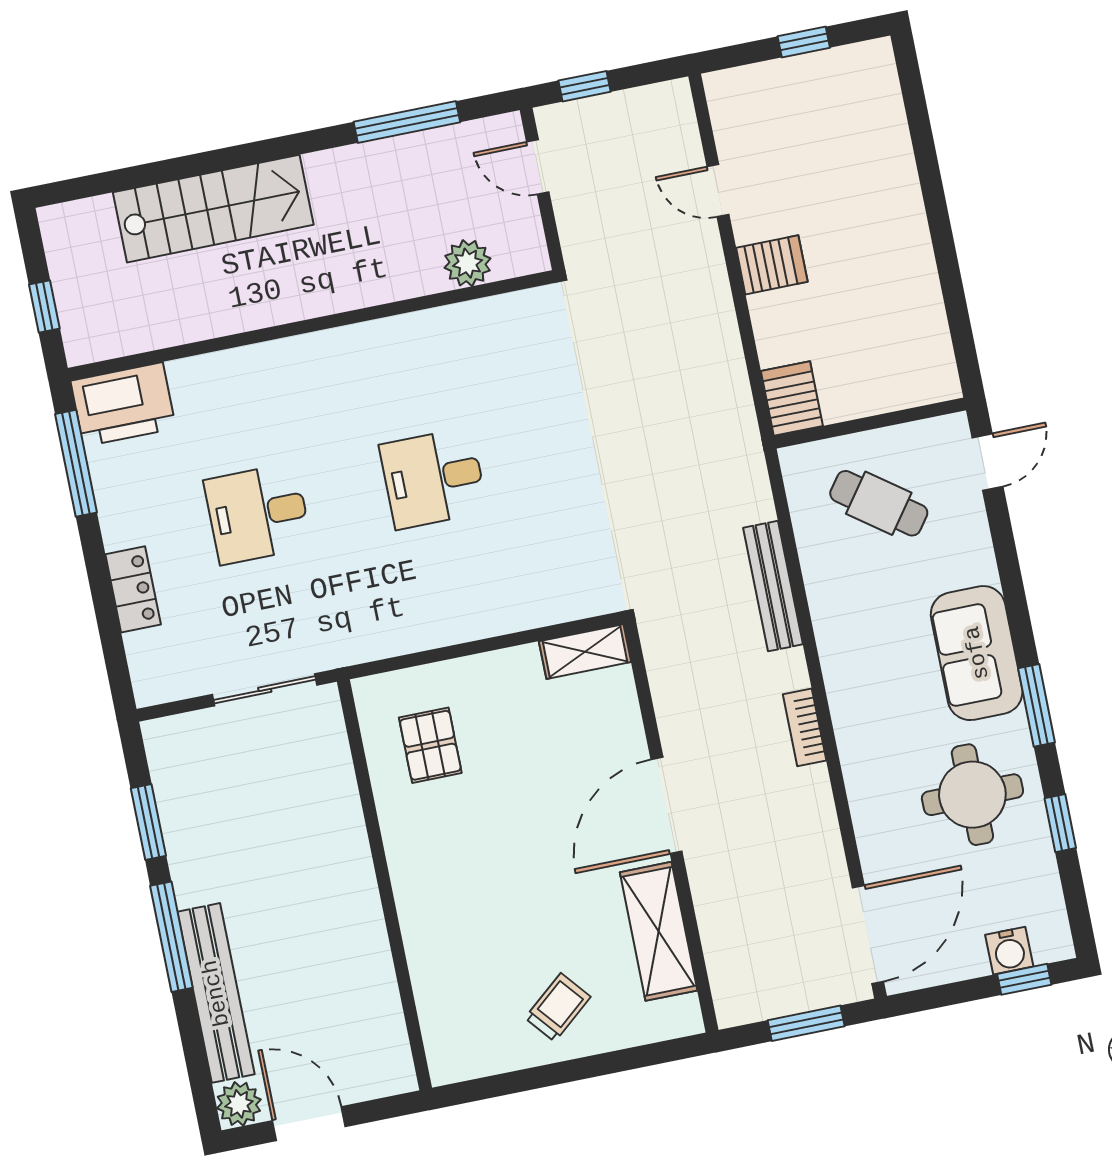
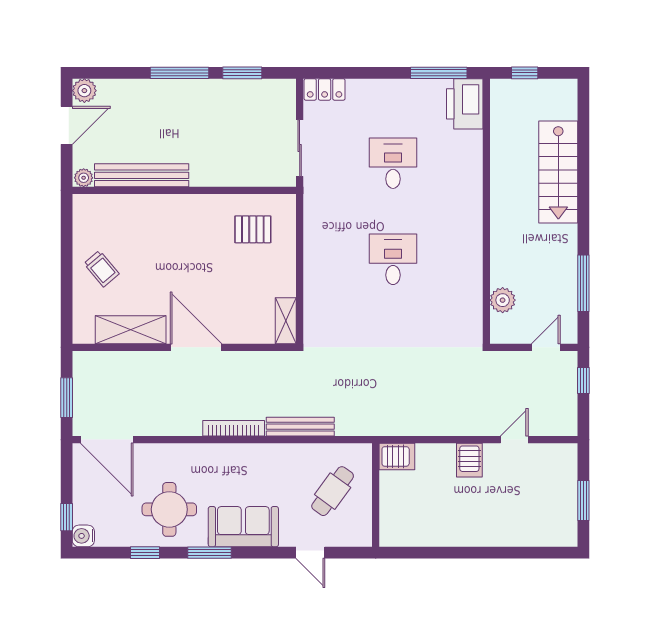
window: (804, 42) -> (583, 500), width x1.50
door: (987, 462) -> (310, 553), moved
locker: (133, 589) -> (325, 89), moved
bookcase: (805, 727) -> (234, 428), width x1.56
water cooler: (1009, 951) -> (83, 536), moved
bench: (216, 993) -> (142, 175), moved
plant: (398, 1073) -> (84, 178), added

